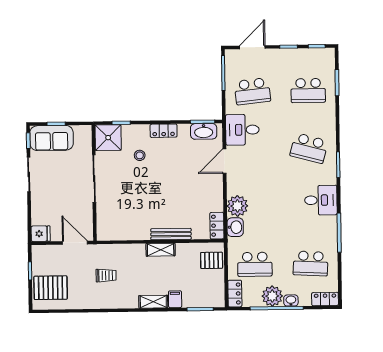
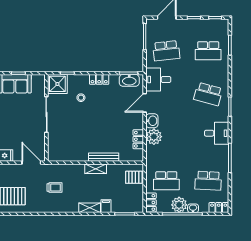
locker: (217, 226) -> (138, 139), moved
washbasin: (235, 227) -> (152, 121), moved

